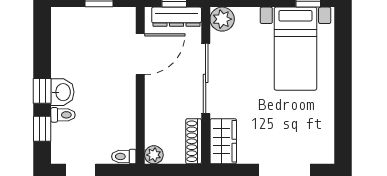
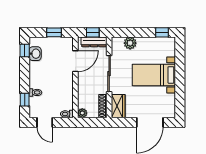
plant: (222, 19) -> (130, 43), moved
bed with nightstands: (295, 49) -> (154, 75), moved, turned 90
window: (42, 91) -> (25, 51), moved
washbasin: (62, 92) -> (35, 54), moved

